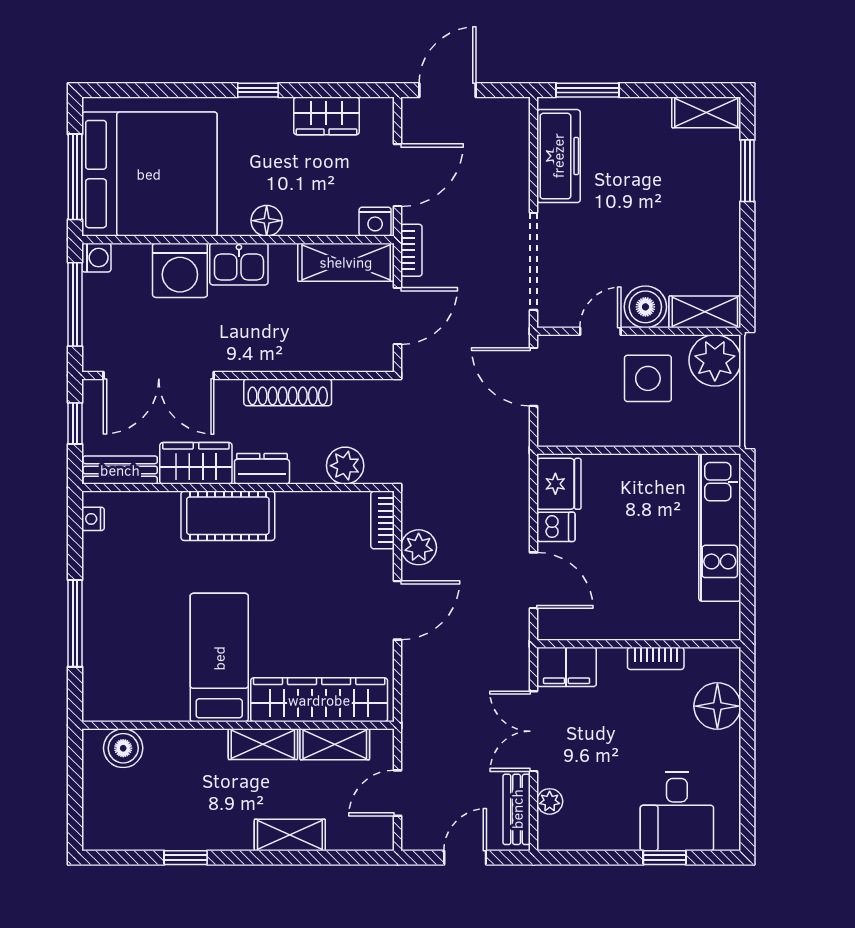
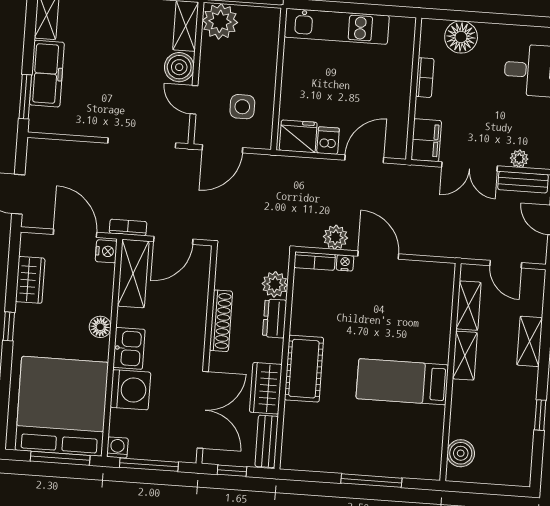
freezer: (558, 156) -> (47, 74), moved, turned 90
door: (398, 316) -> (173, 240), swing flipped
side table: (648, 378) -> (242, 107), moved, width x0.73, depth x0.73
dresser: (262, 469) -> (275, 318), moved
nightstand: (93, 519) -> (345, 263), moved, turned 180
wardrobe: (319, 700) -> (437, 314), removed

